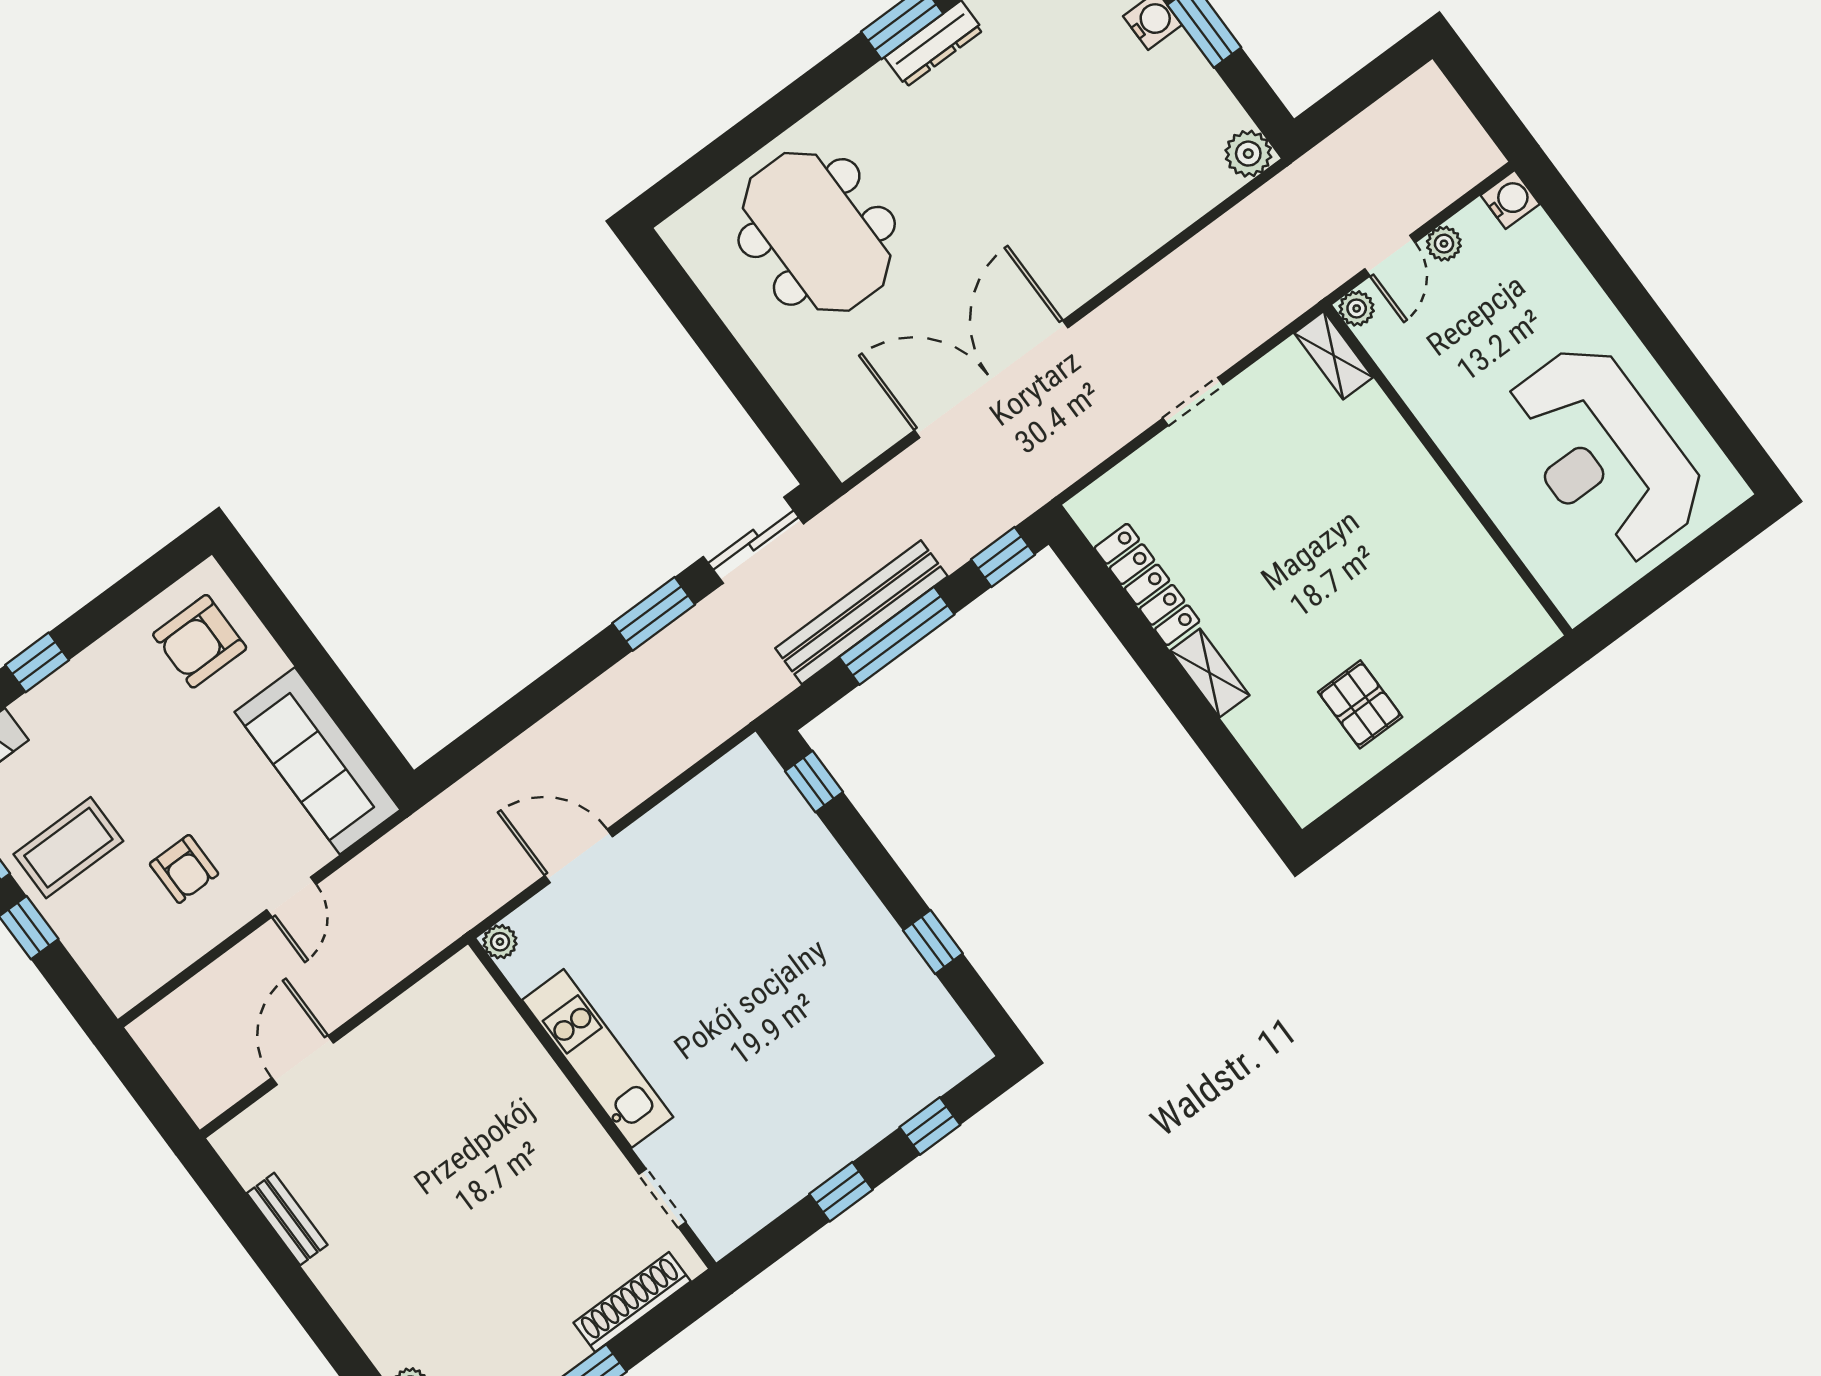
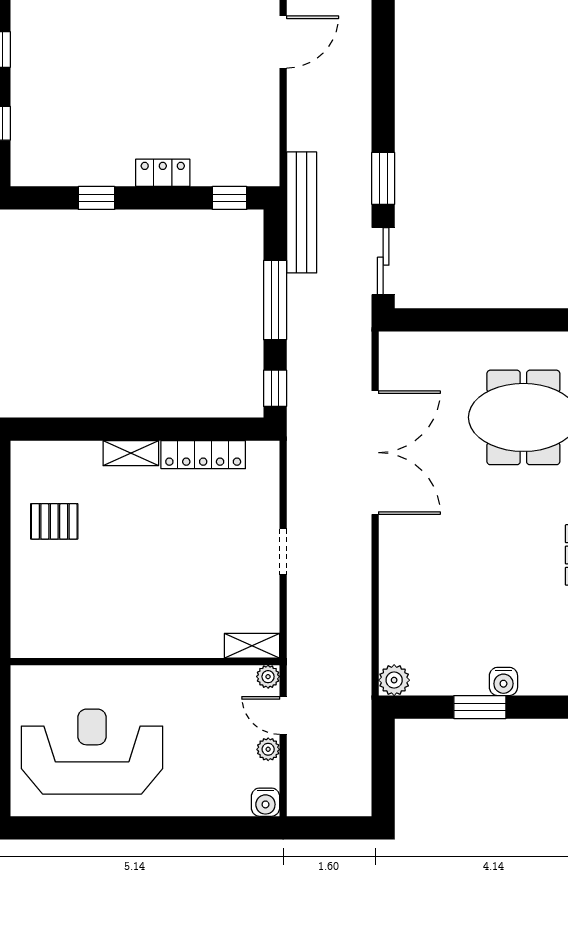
bench: (861, 612) -> (302, 212), moved
locker: (843, 884) -> (163, 173), added

